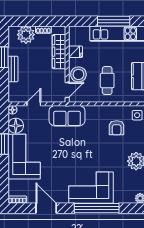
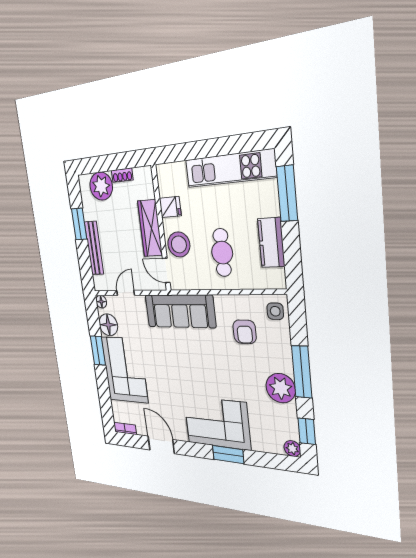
window: (114, 21) -> (221, 146), removed
wardrobe: (59, 52) -> (150, 228), moved
bench: (13, 69) -> (94, 248), width x1.36
door: (67, 90) -> (166, 270), swing flipped
sofa: (67, 116) -> (180, 311), width x1.36
window: (97, 208) -> (228, 454), width x0.47

